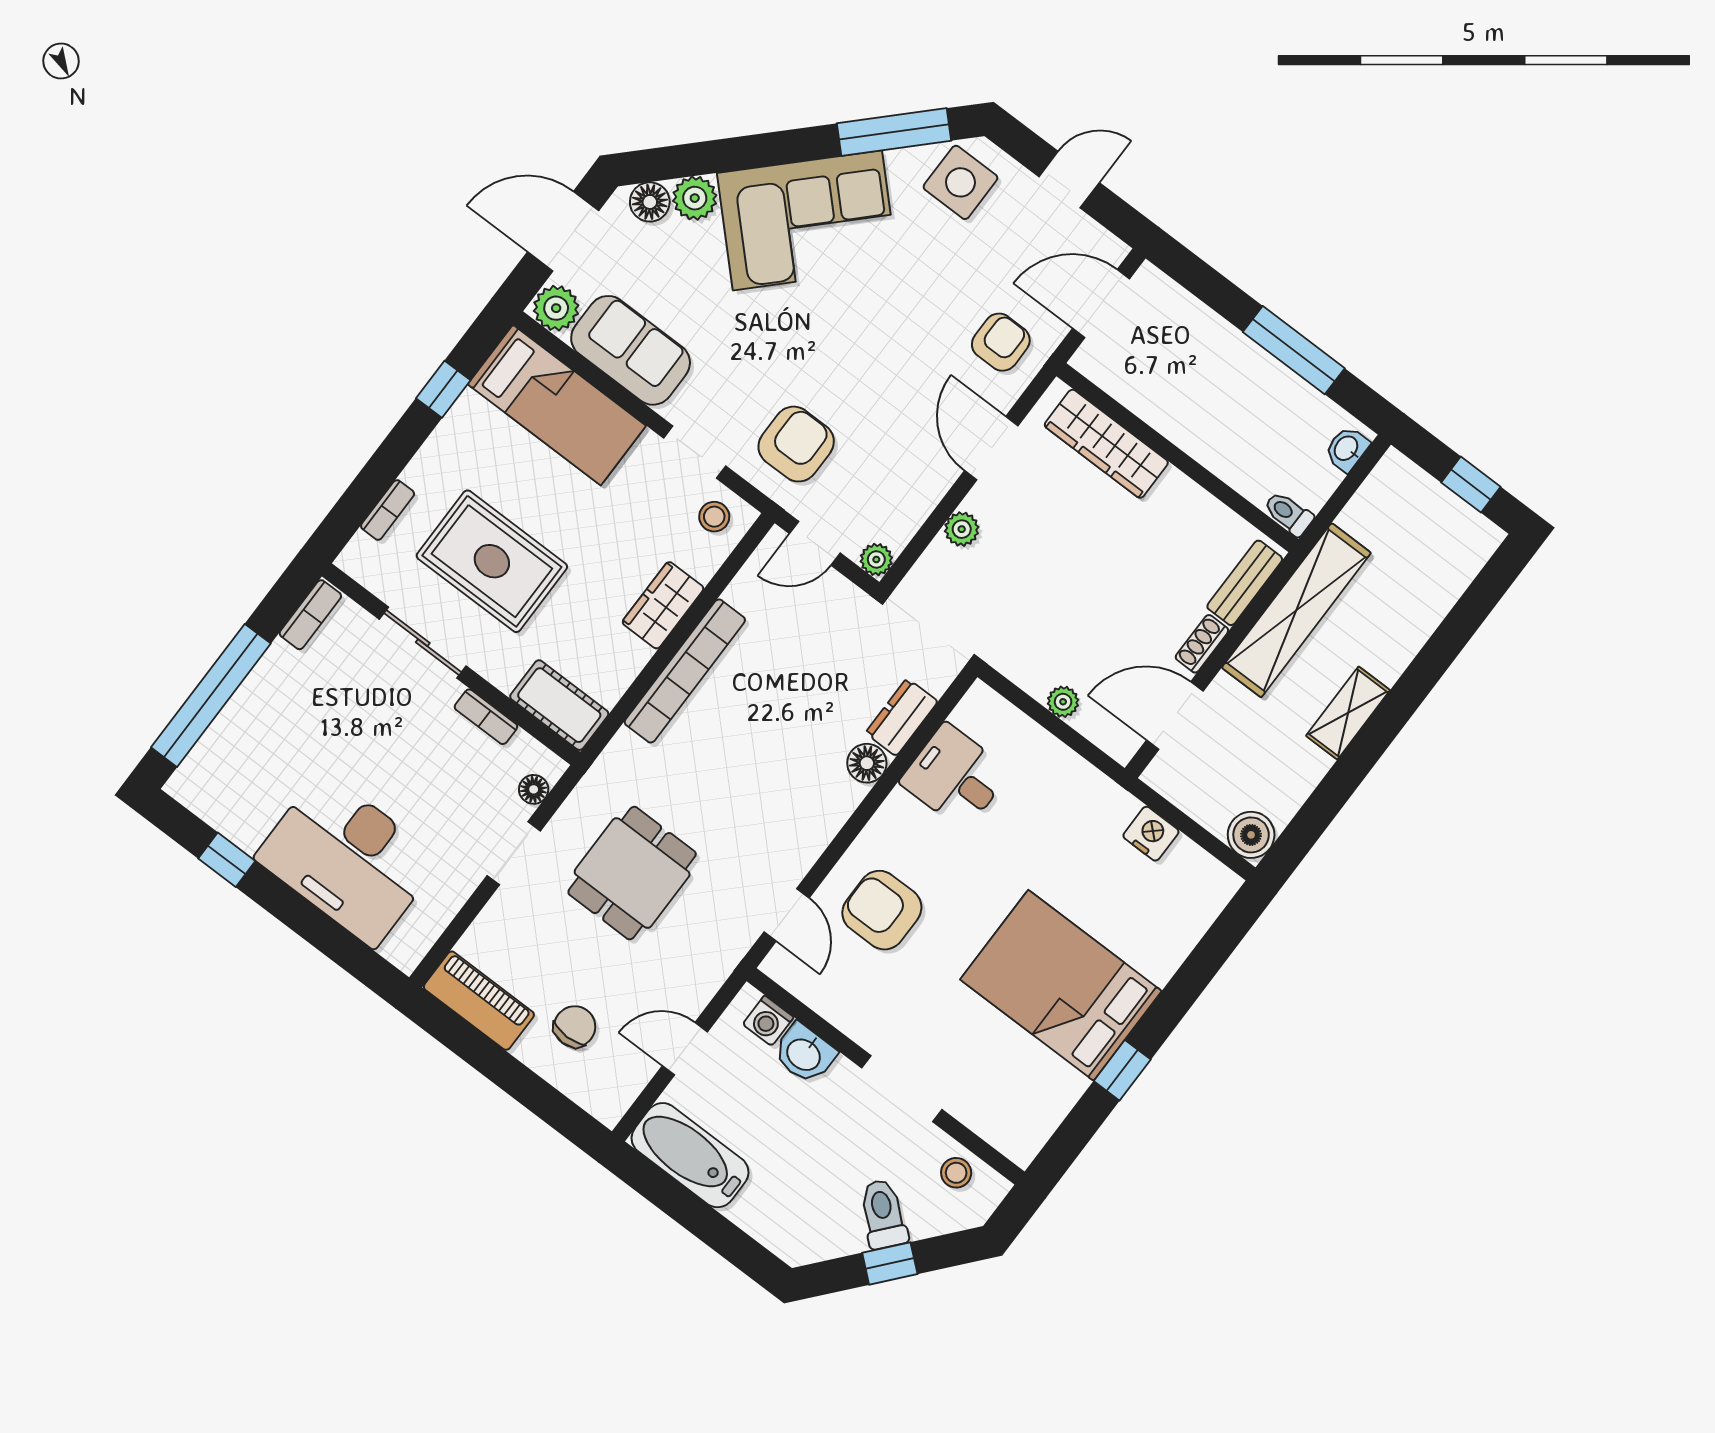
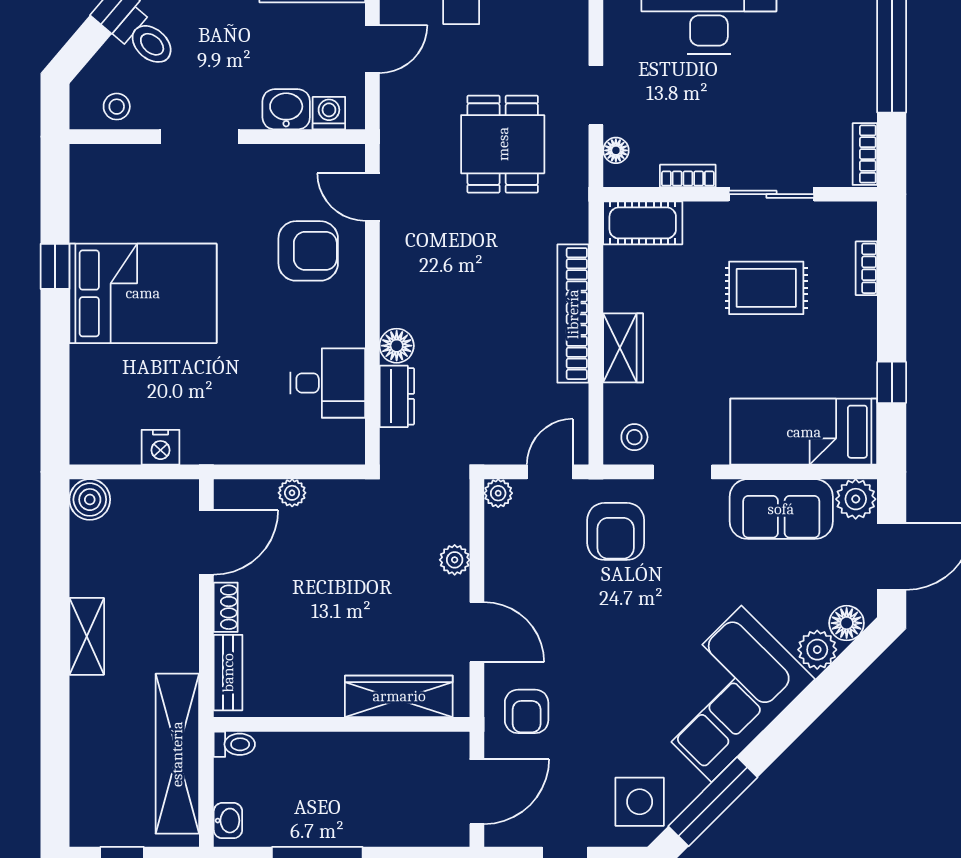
rug: (492, 561) -> (766, 288), width x0.73, depth x0.70
shelving: (1296, 610) -> (177, 754), moved

